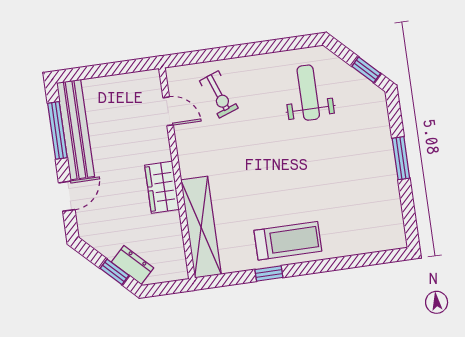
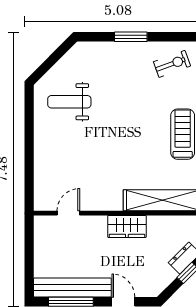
window: (366, 70) -> (58, 54), removed
exercise bike: (219, 94) -> (172, 64), moved

